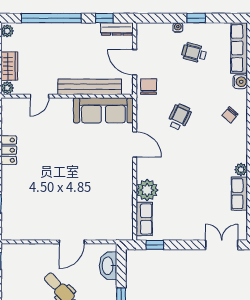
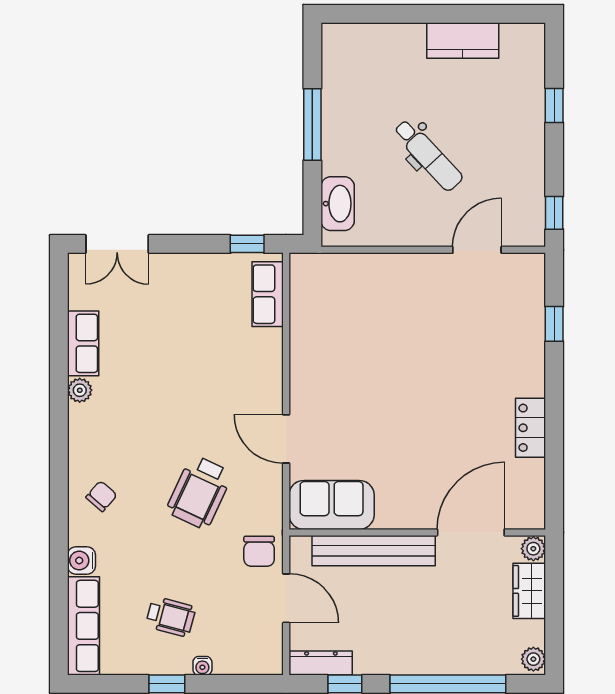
door: (39, 96) -> (471, 532), width x1.88
sofa: (103, 110) -> (332, 505), width x0.73
wheelchair: (179, 117) -> (199, 492), width x1.36, depth x1.37
plant: (147, 190) -> (262, 350), removed
door: (72, 242) -> (477, 250), moved

